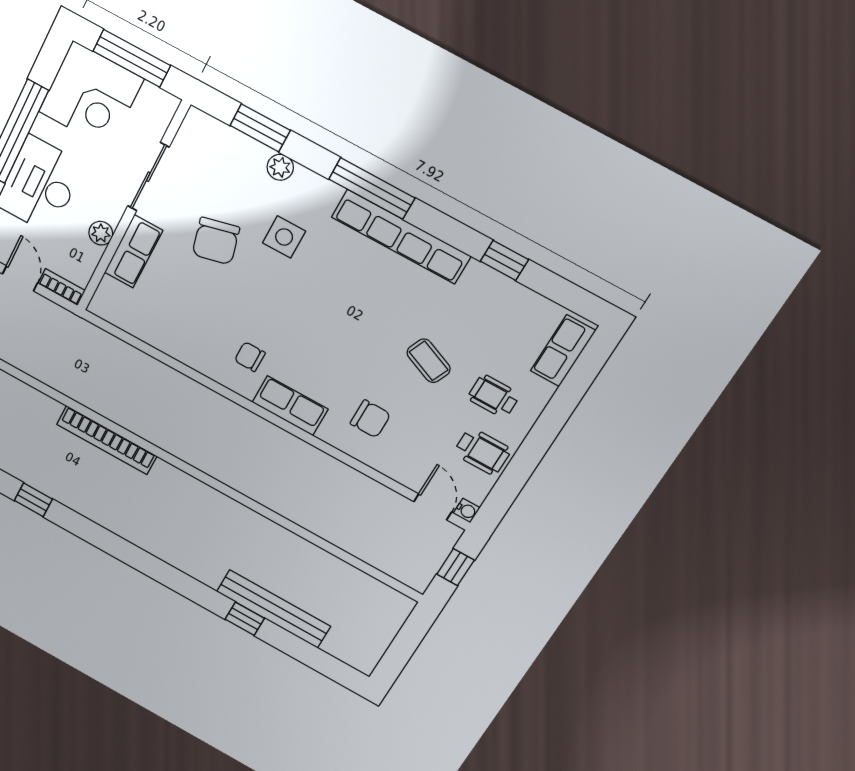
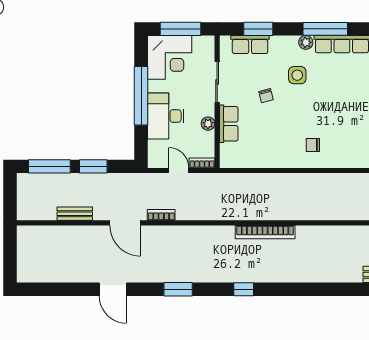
plant: (280, 167) -> (306, 42), moved
chair: (216, 241) -> (266, 96), width x0.54, depth x0.54
row of seats: (290, 406) -> (250, 45), moved, turned 180

